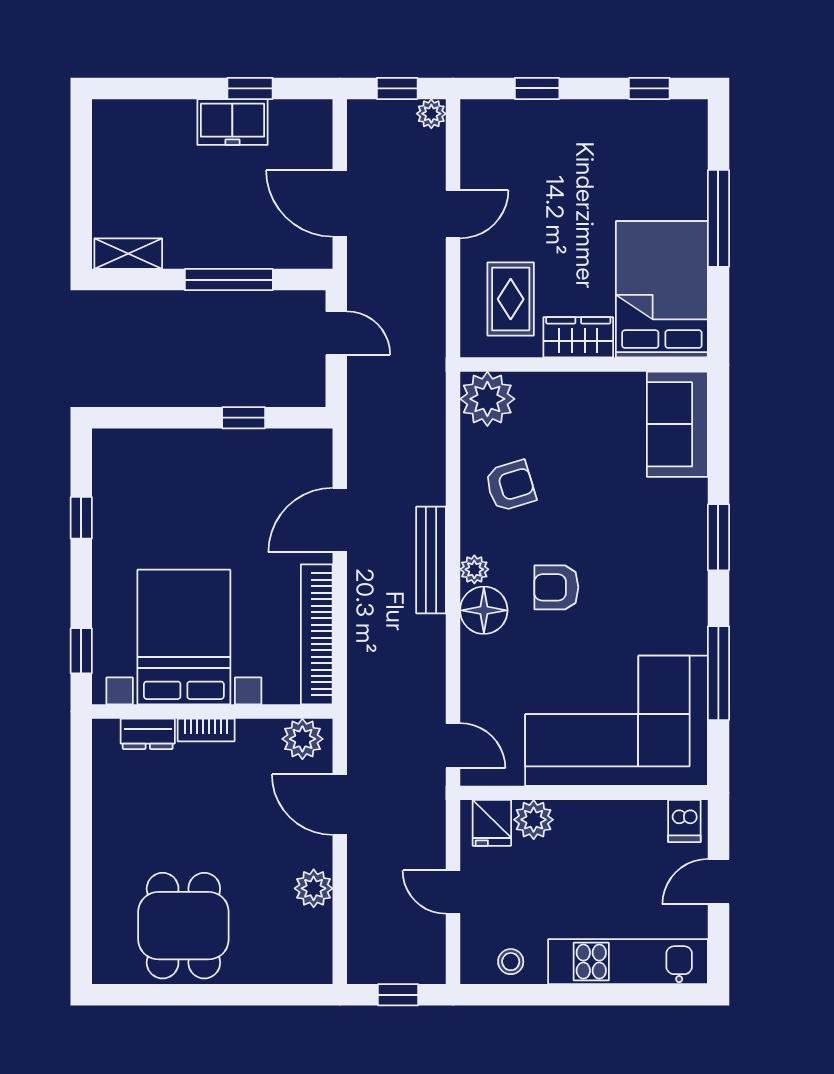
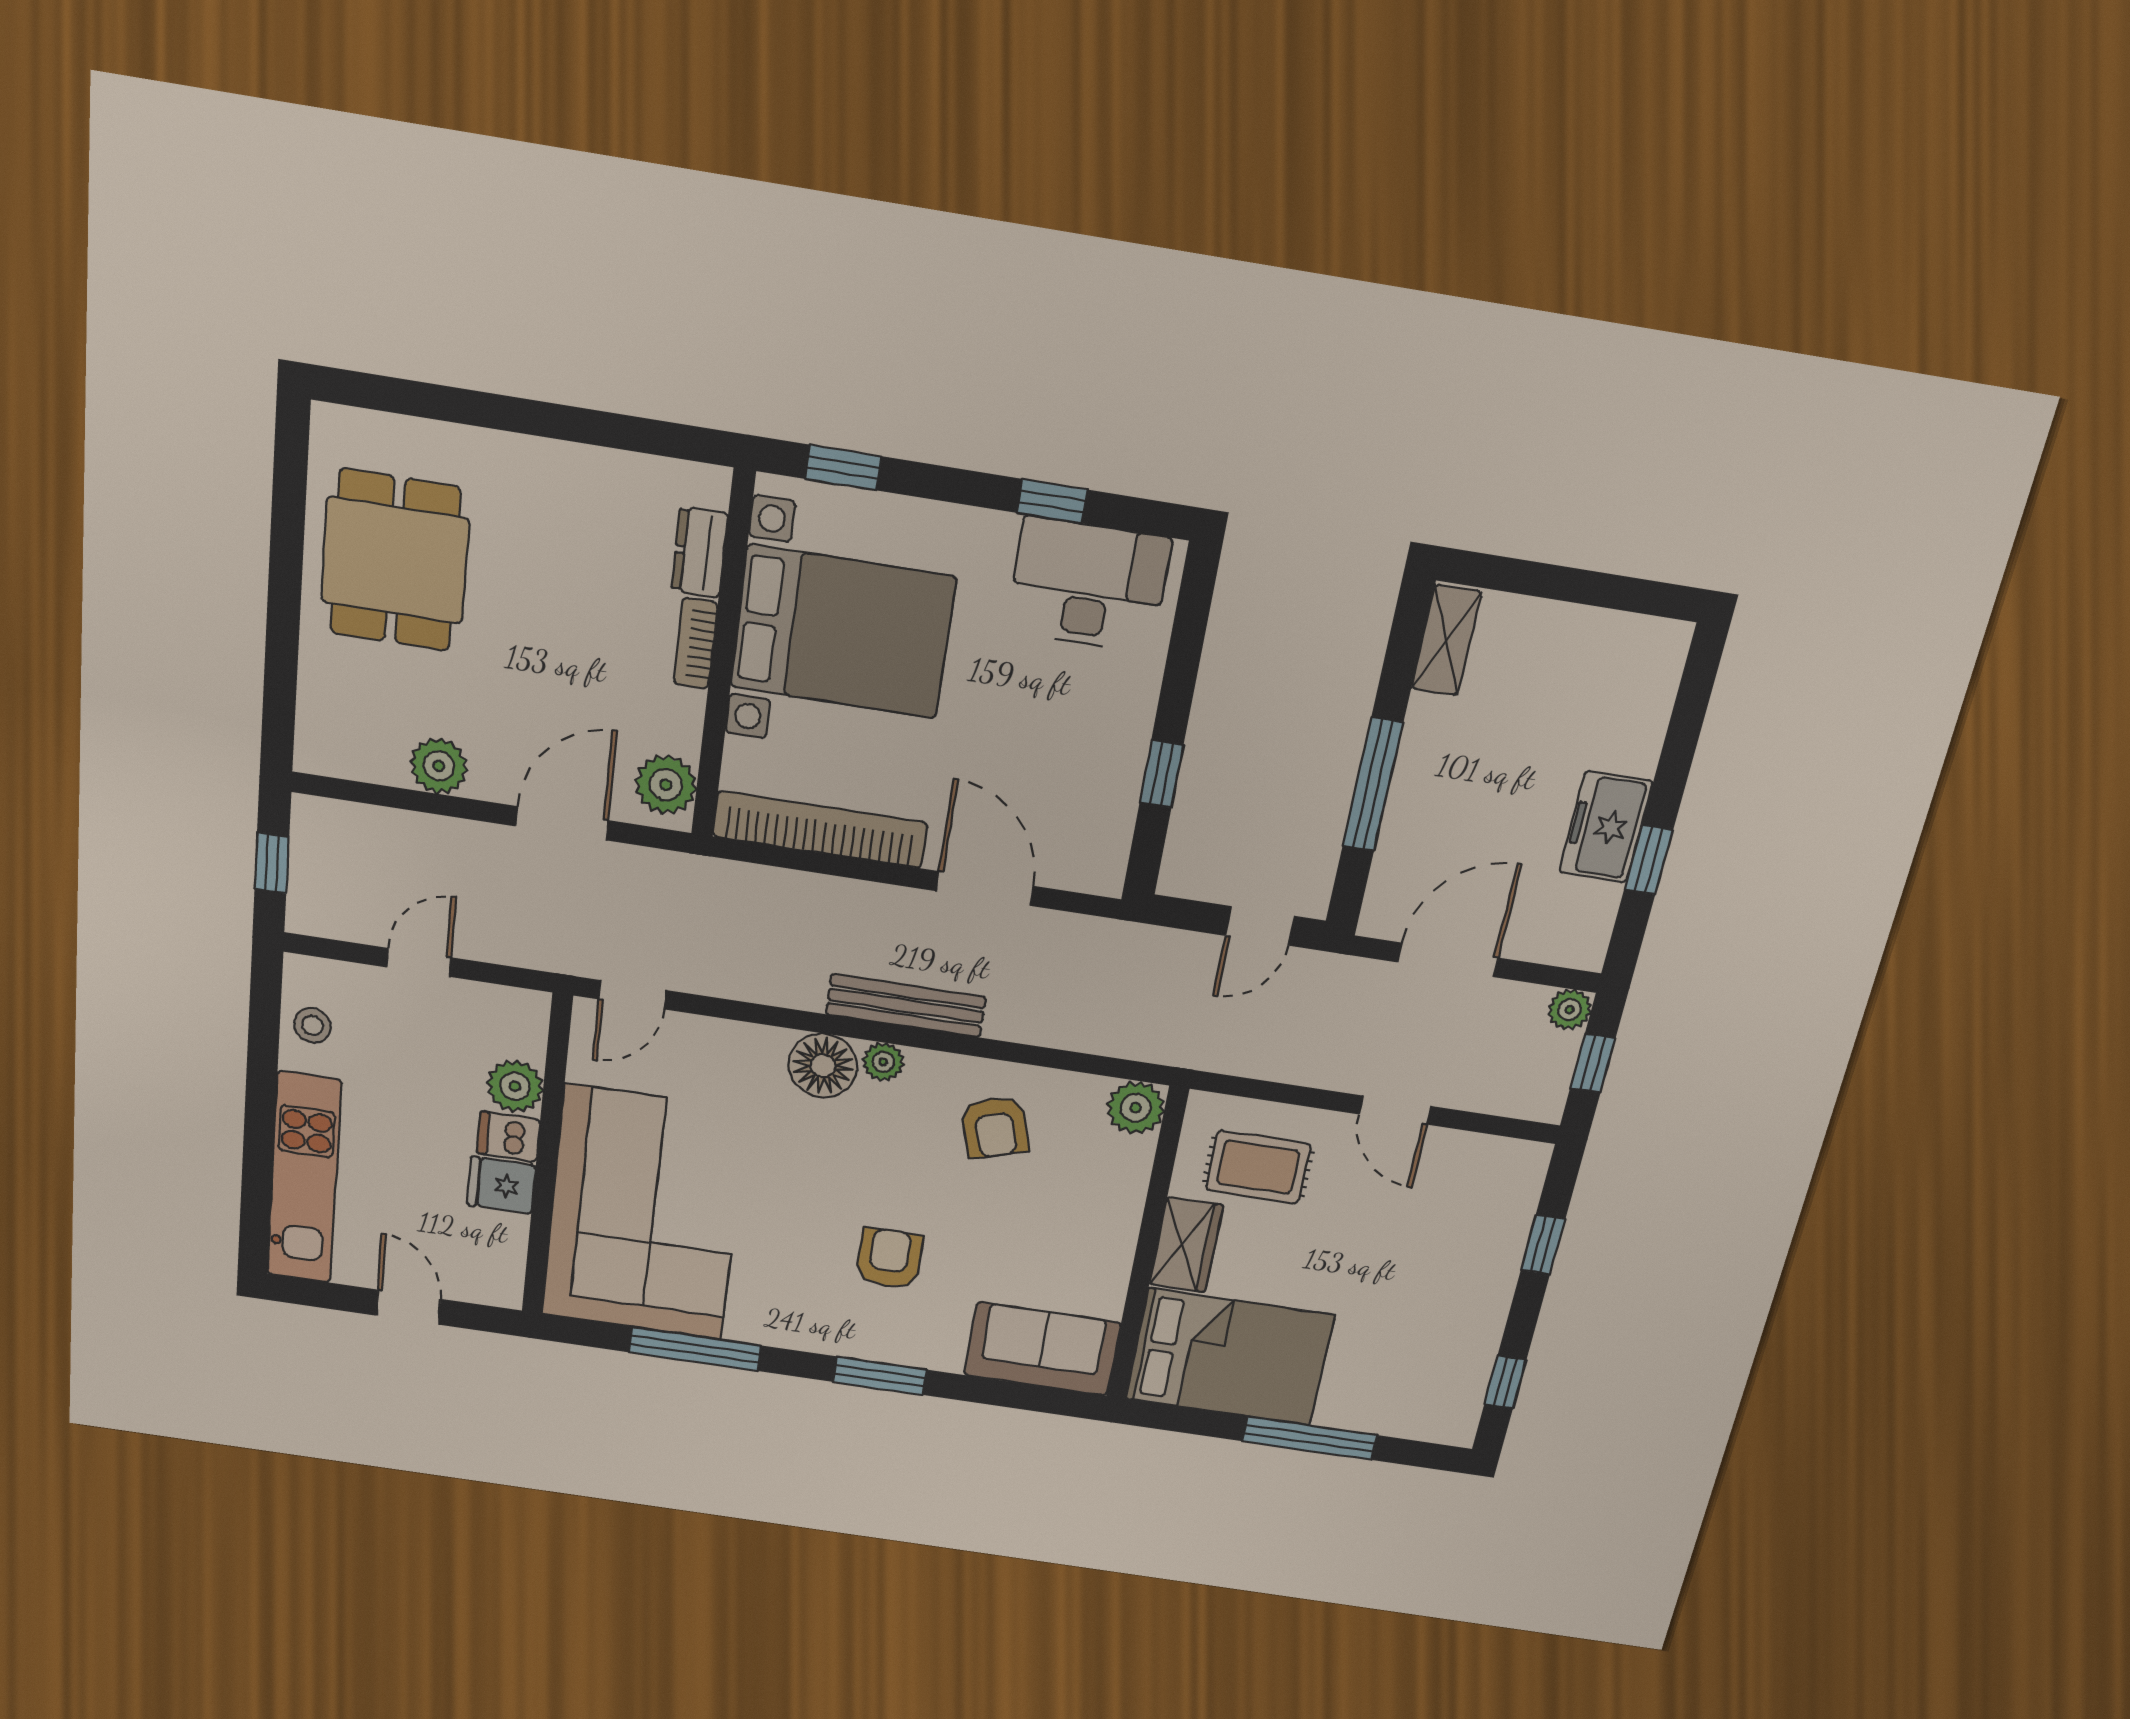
plant: (431, 114) -> (1570, 1010), moved
plant: (487, 399) -> (1136, 1108), width x0.73, depth x0.73
desk: (129, 486) -> (1089, 585), added
armchair: (556, 587) -> (889, 1258), moved
dishwasher: (684, 821) -> (508, 1137), moved
fridge: (492, 823) -> (501, 1185), moved
dining table: (183, 926) -> (395, 560), turned 90

